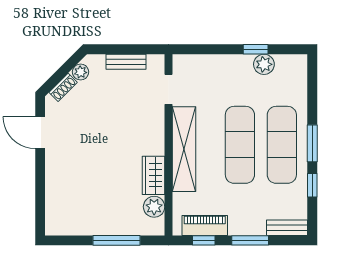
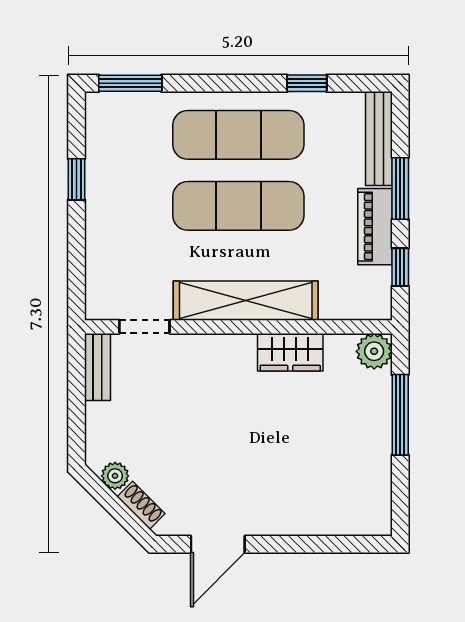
bench: (126, 62) -> (98, 367), moved
plant: (264, 64) -> (102, 165), removed
window: (312, 143) -> (130, 83), moved
plant: (154, 207) -> (374, 351), moved
piano: (205, 225) -> (375, 227), moved
bench: (287, 228) -> (379, 139), width x1.36

